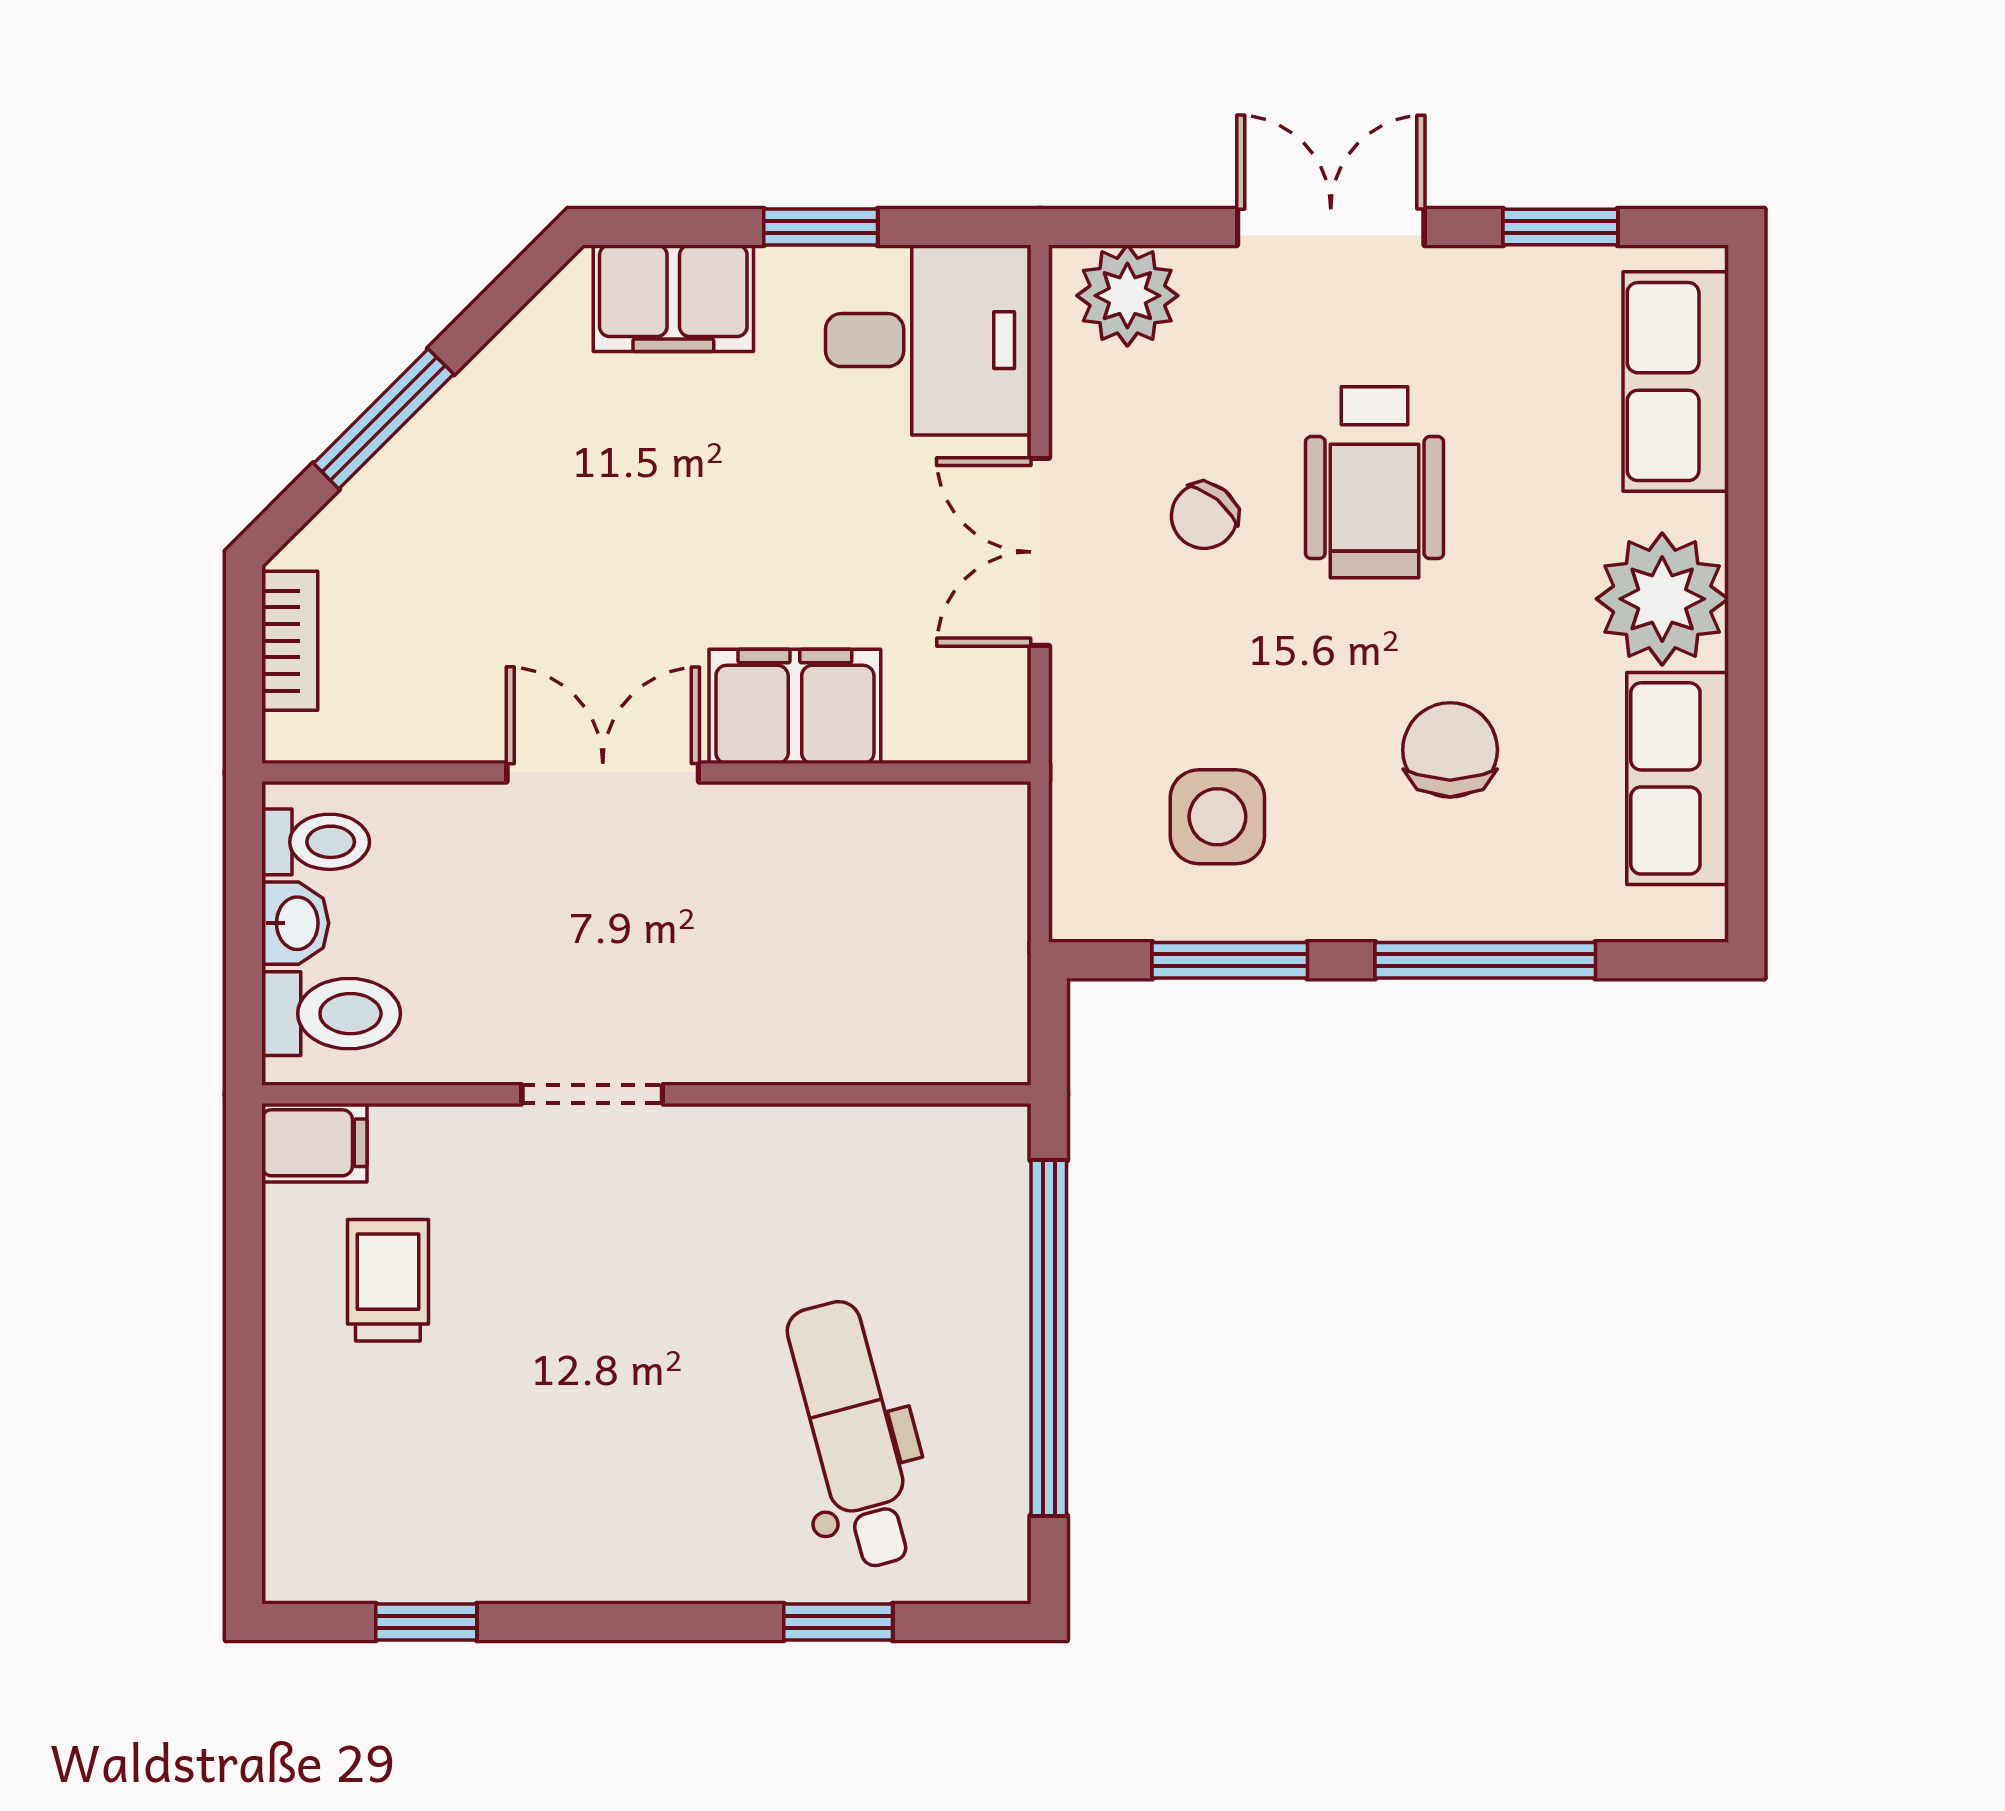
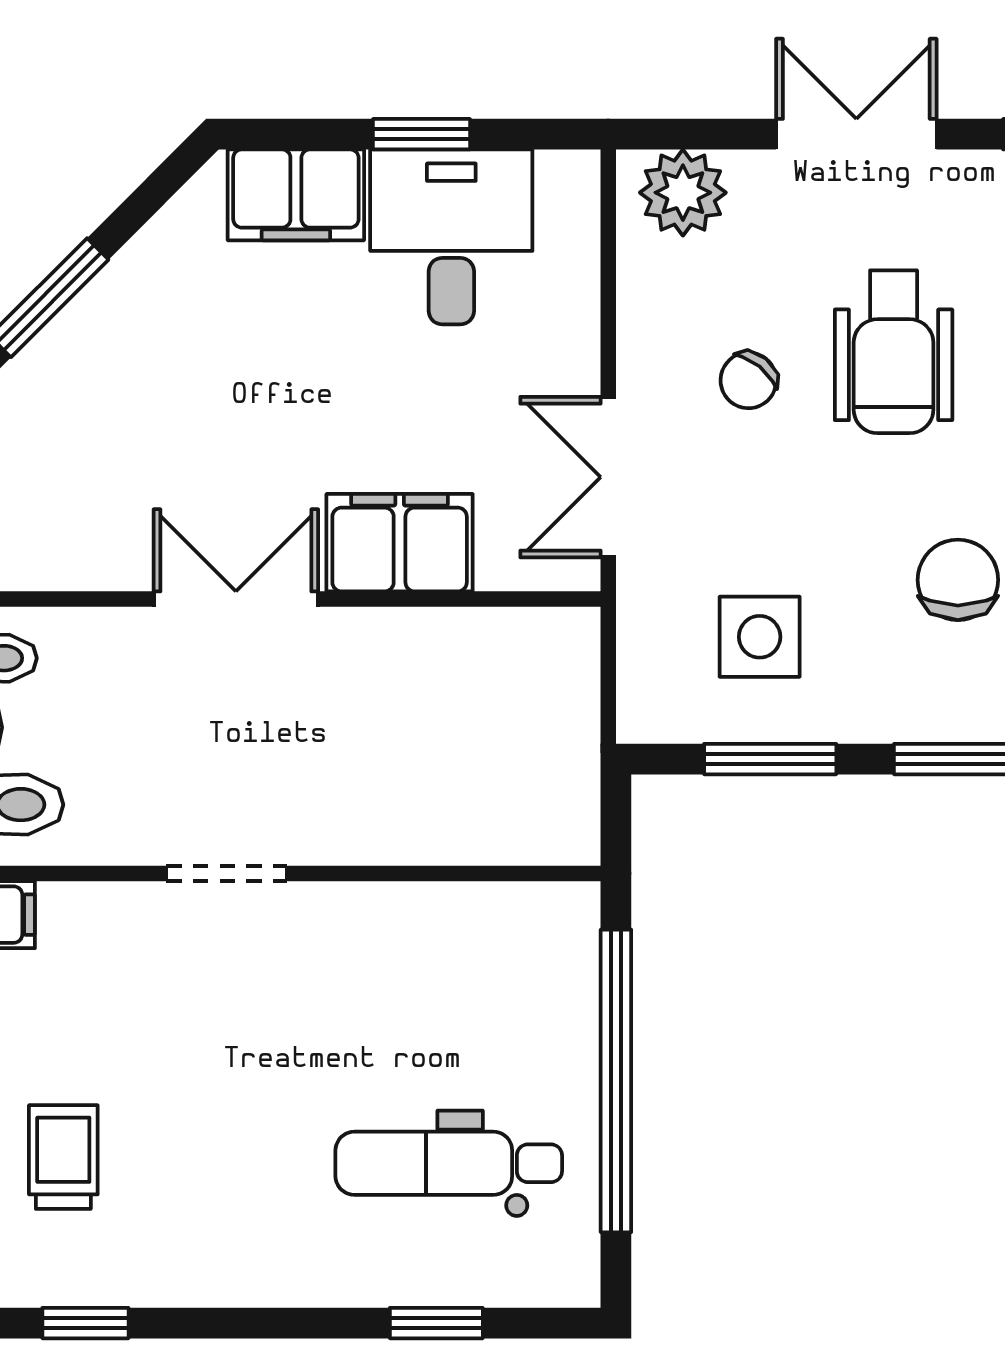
desk: (928, 340) -> (451, 237), moved, turned -90
double door: (1040, 552) -> (608, 477), moved
trolley: (388, 1280) -> (63, 1157), moved
dental chair: (853, 1435) -> (449, 1163), turned -75

